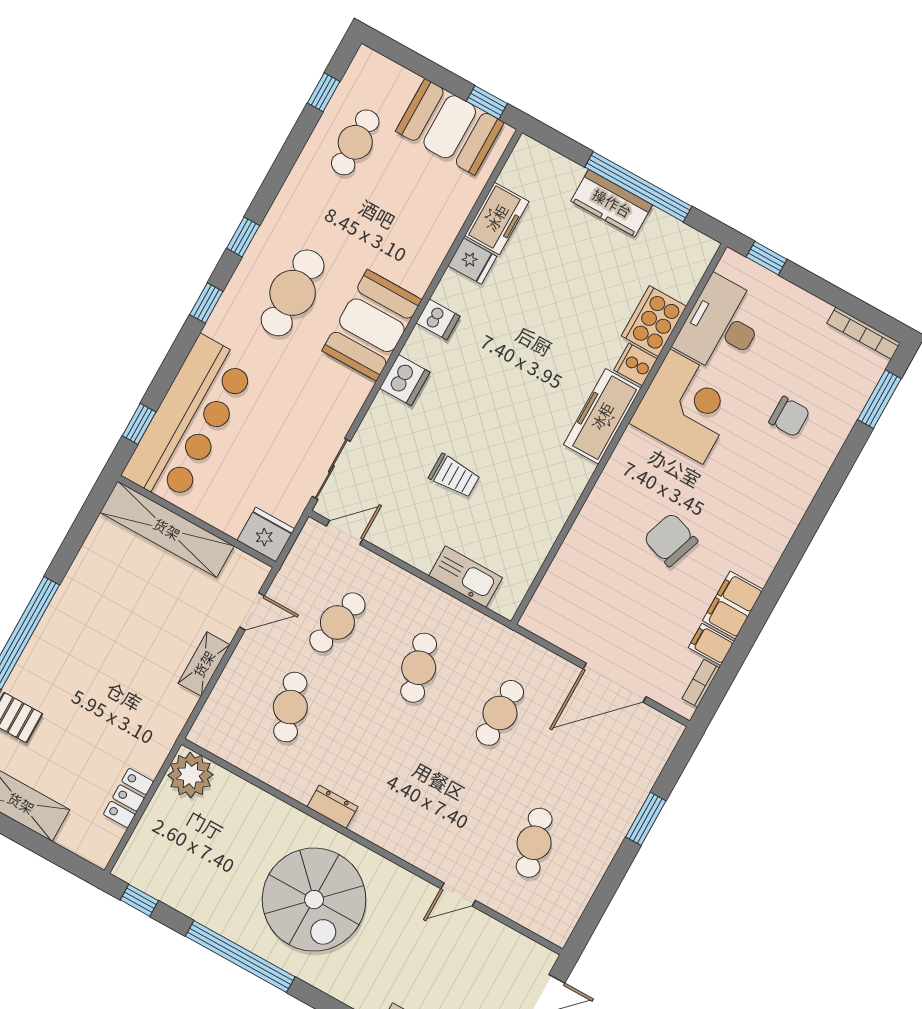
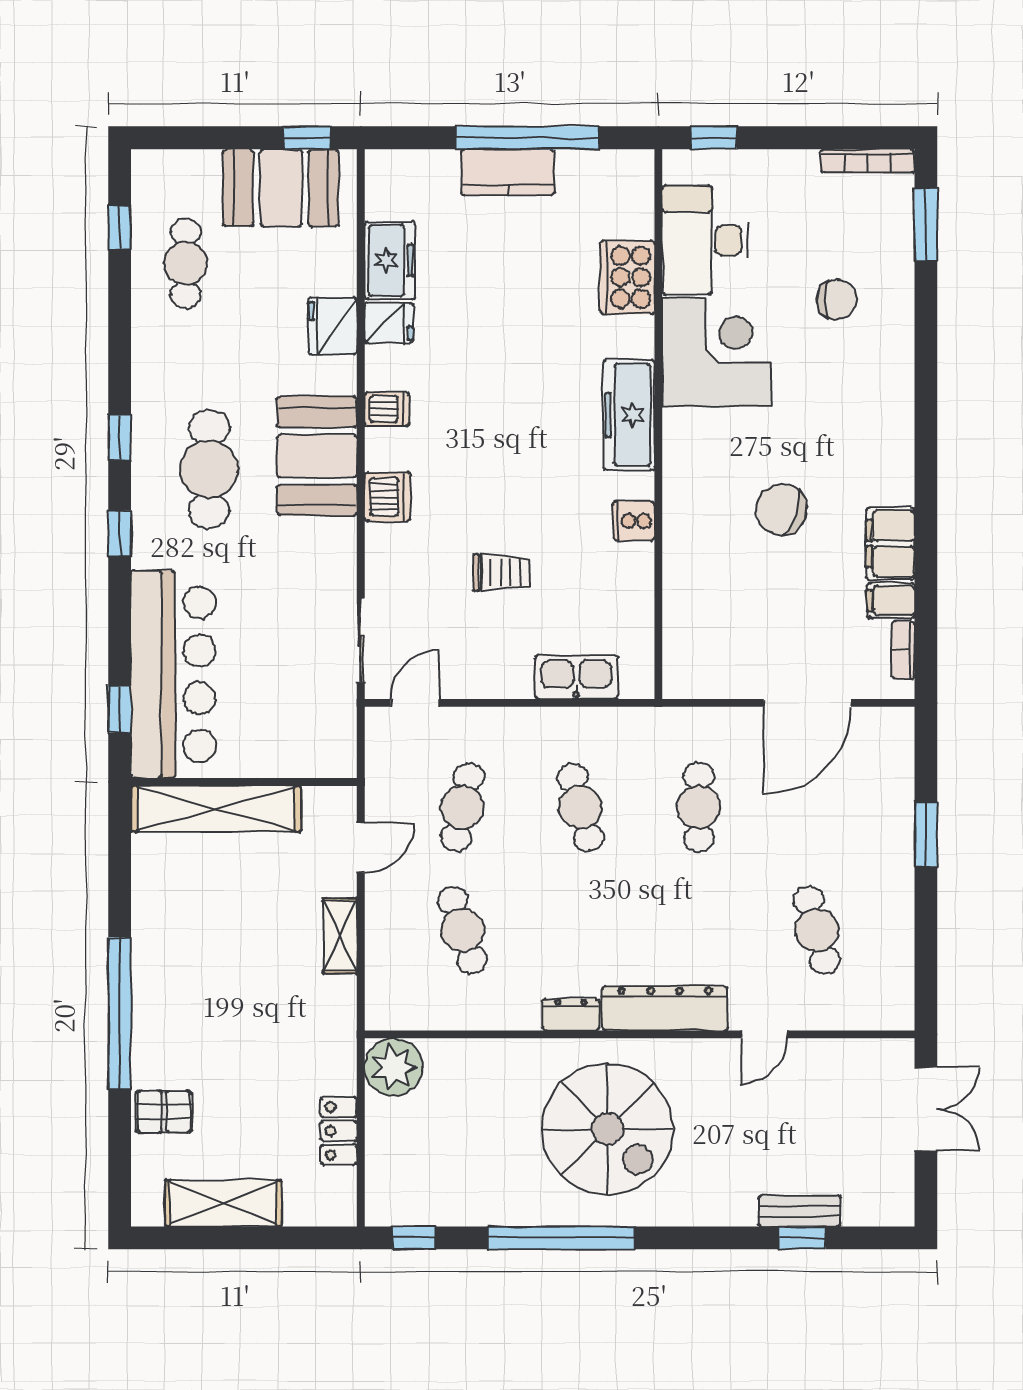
cooker: (636, 364) -> (634, 521), moved
fridge: (266, 534) -> (333, 326), moved, turned -90
dresser: (400, 838) -> (665, 1008), added

